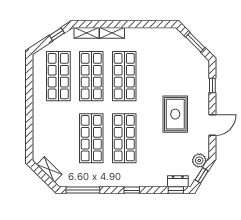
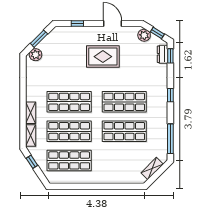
plant: (177, 38) -> (36, 55), added

